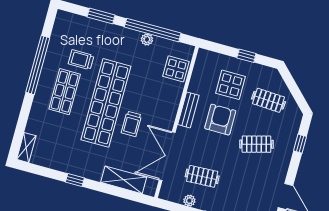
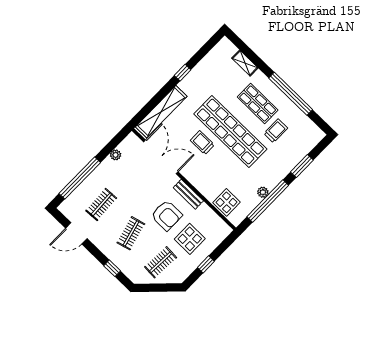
shelving: (26, 148) -> (245, 63), moved
clothes rail: (202, 176) -> (101, 204), moved
shelving: (124, 180) -> (161, 112), width x1.47

